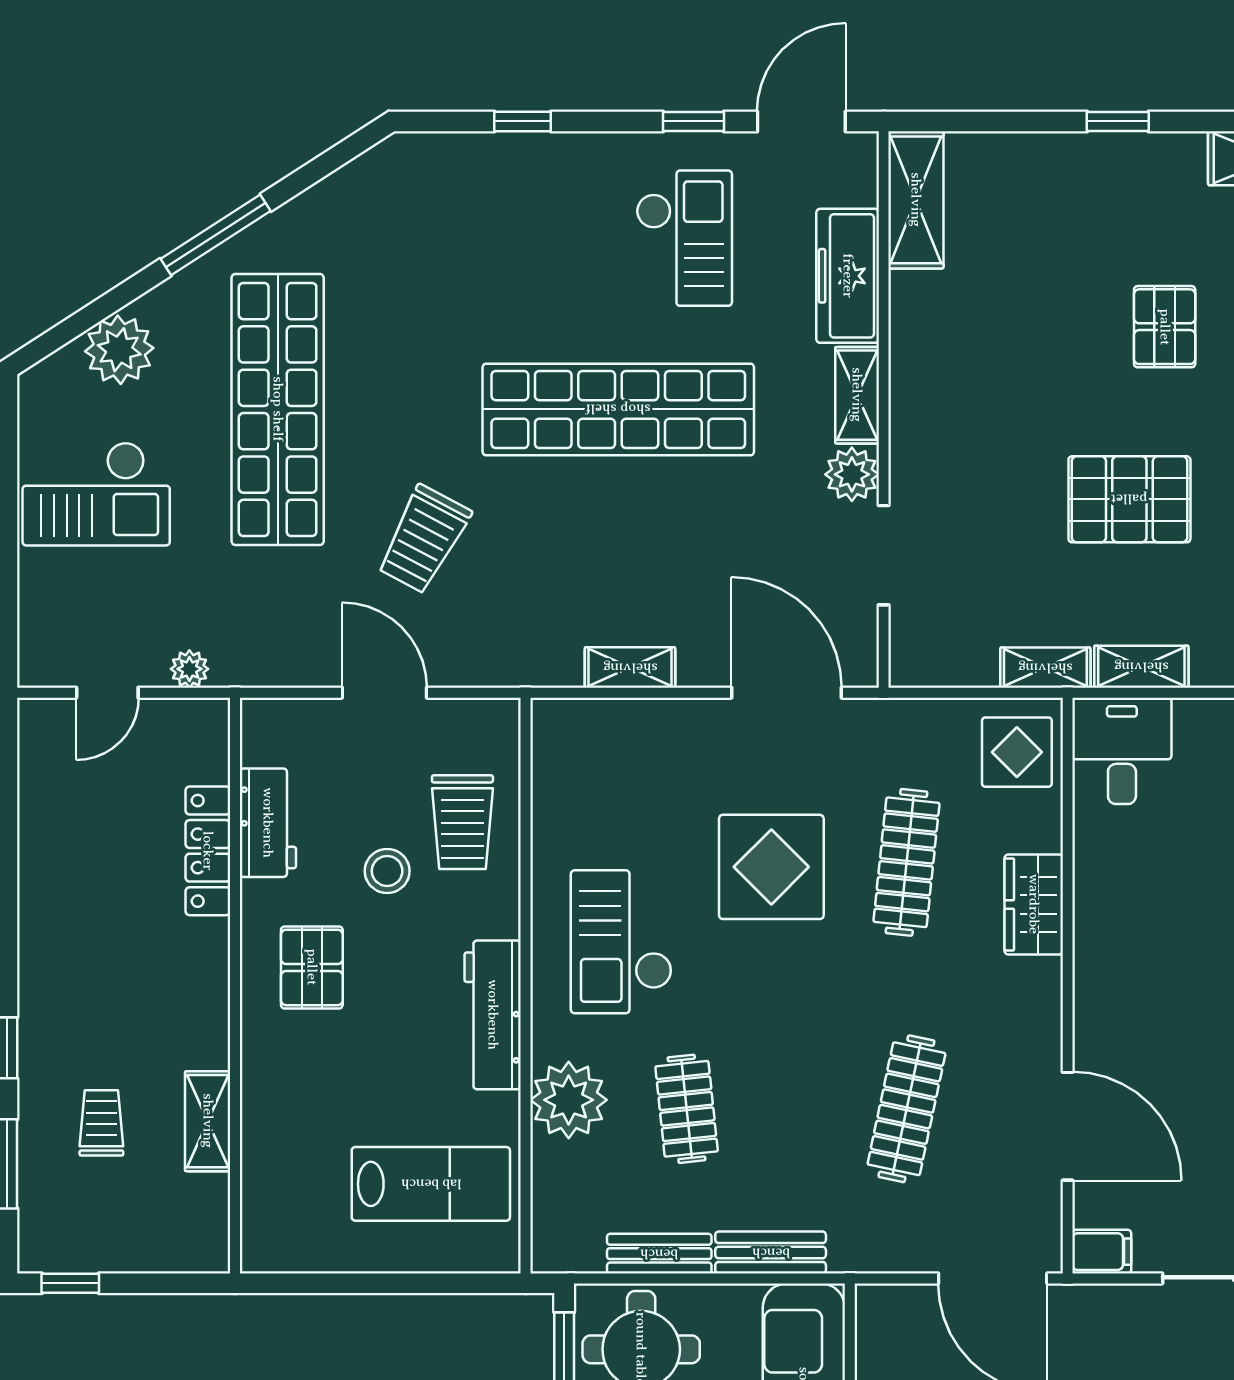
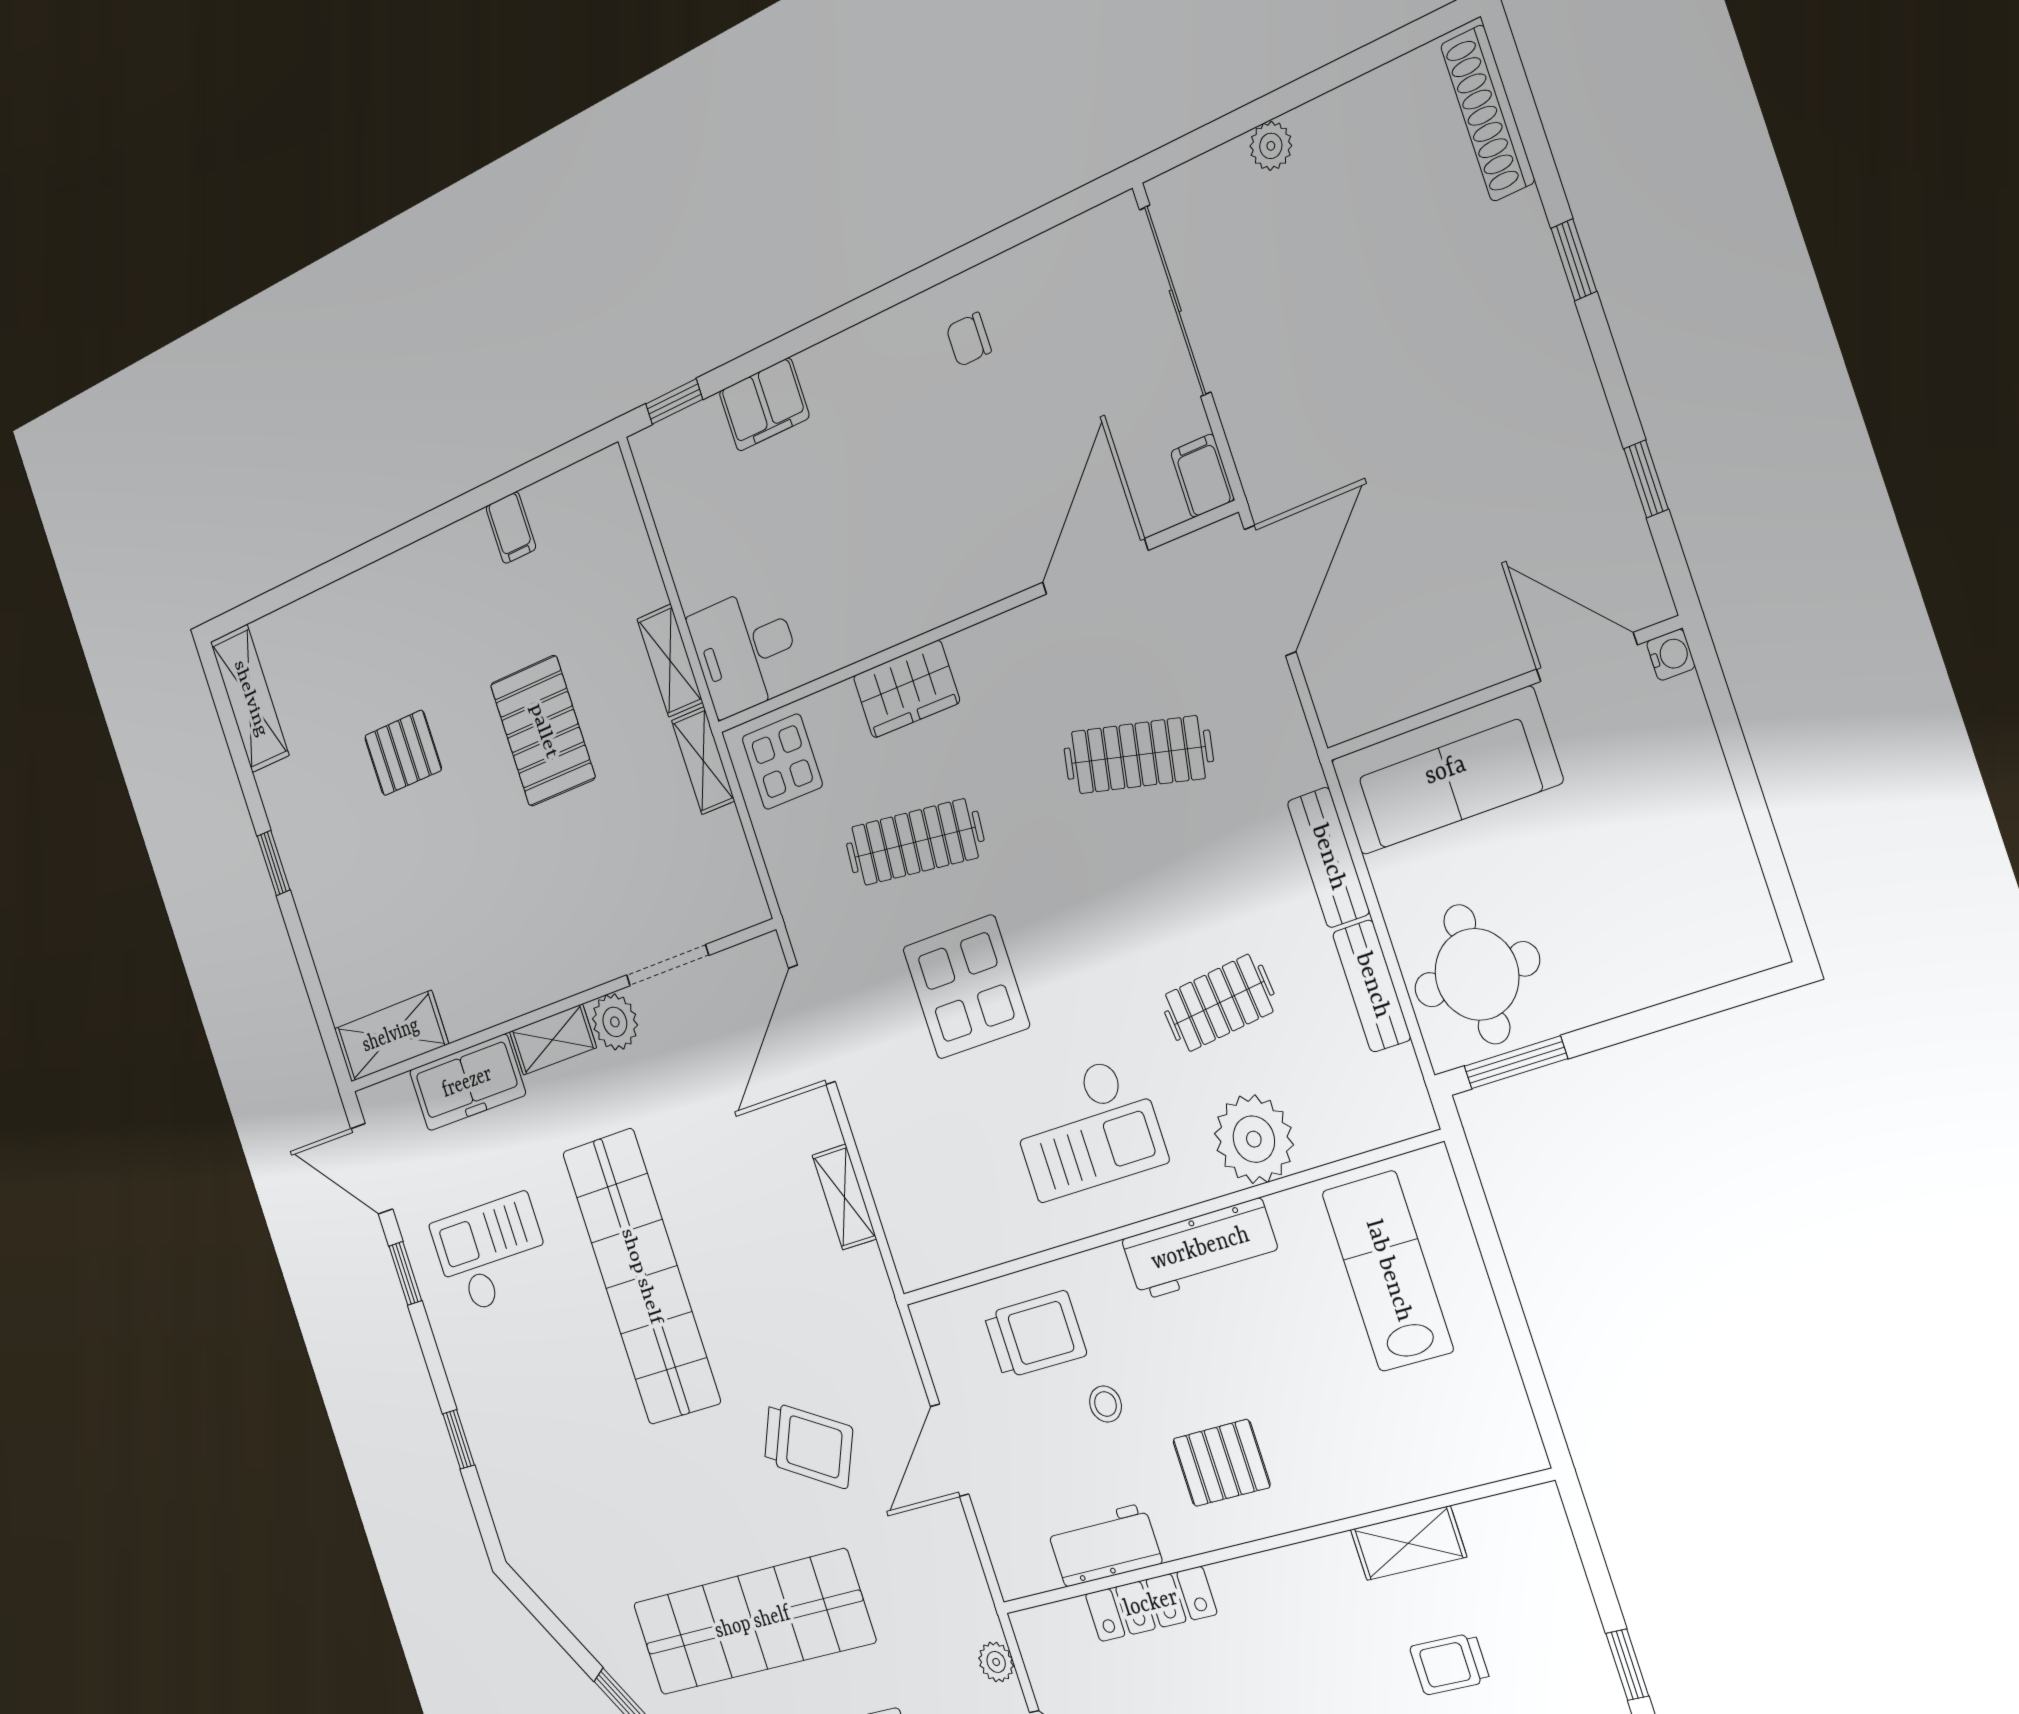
stool: (387, 871) -> (1105, 1404), width x0.73, depth x0.73

